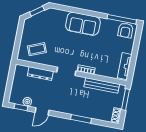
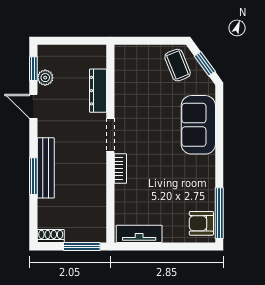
sofa: (83, 24) -> (198, 125), moved
coffee table: (37, 49) -> (178, 65), moved
bench: (102, 85) -> (46, 168), moved

